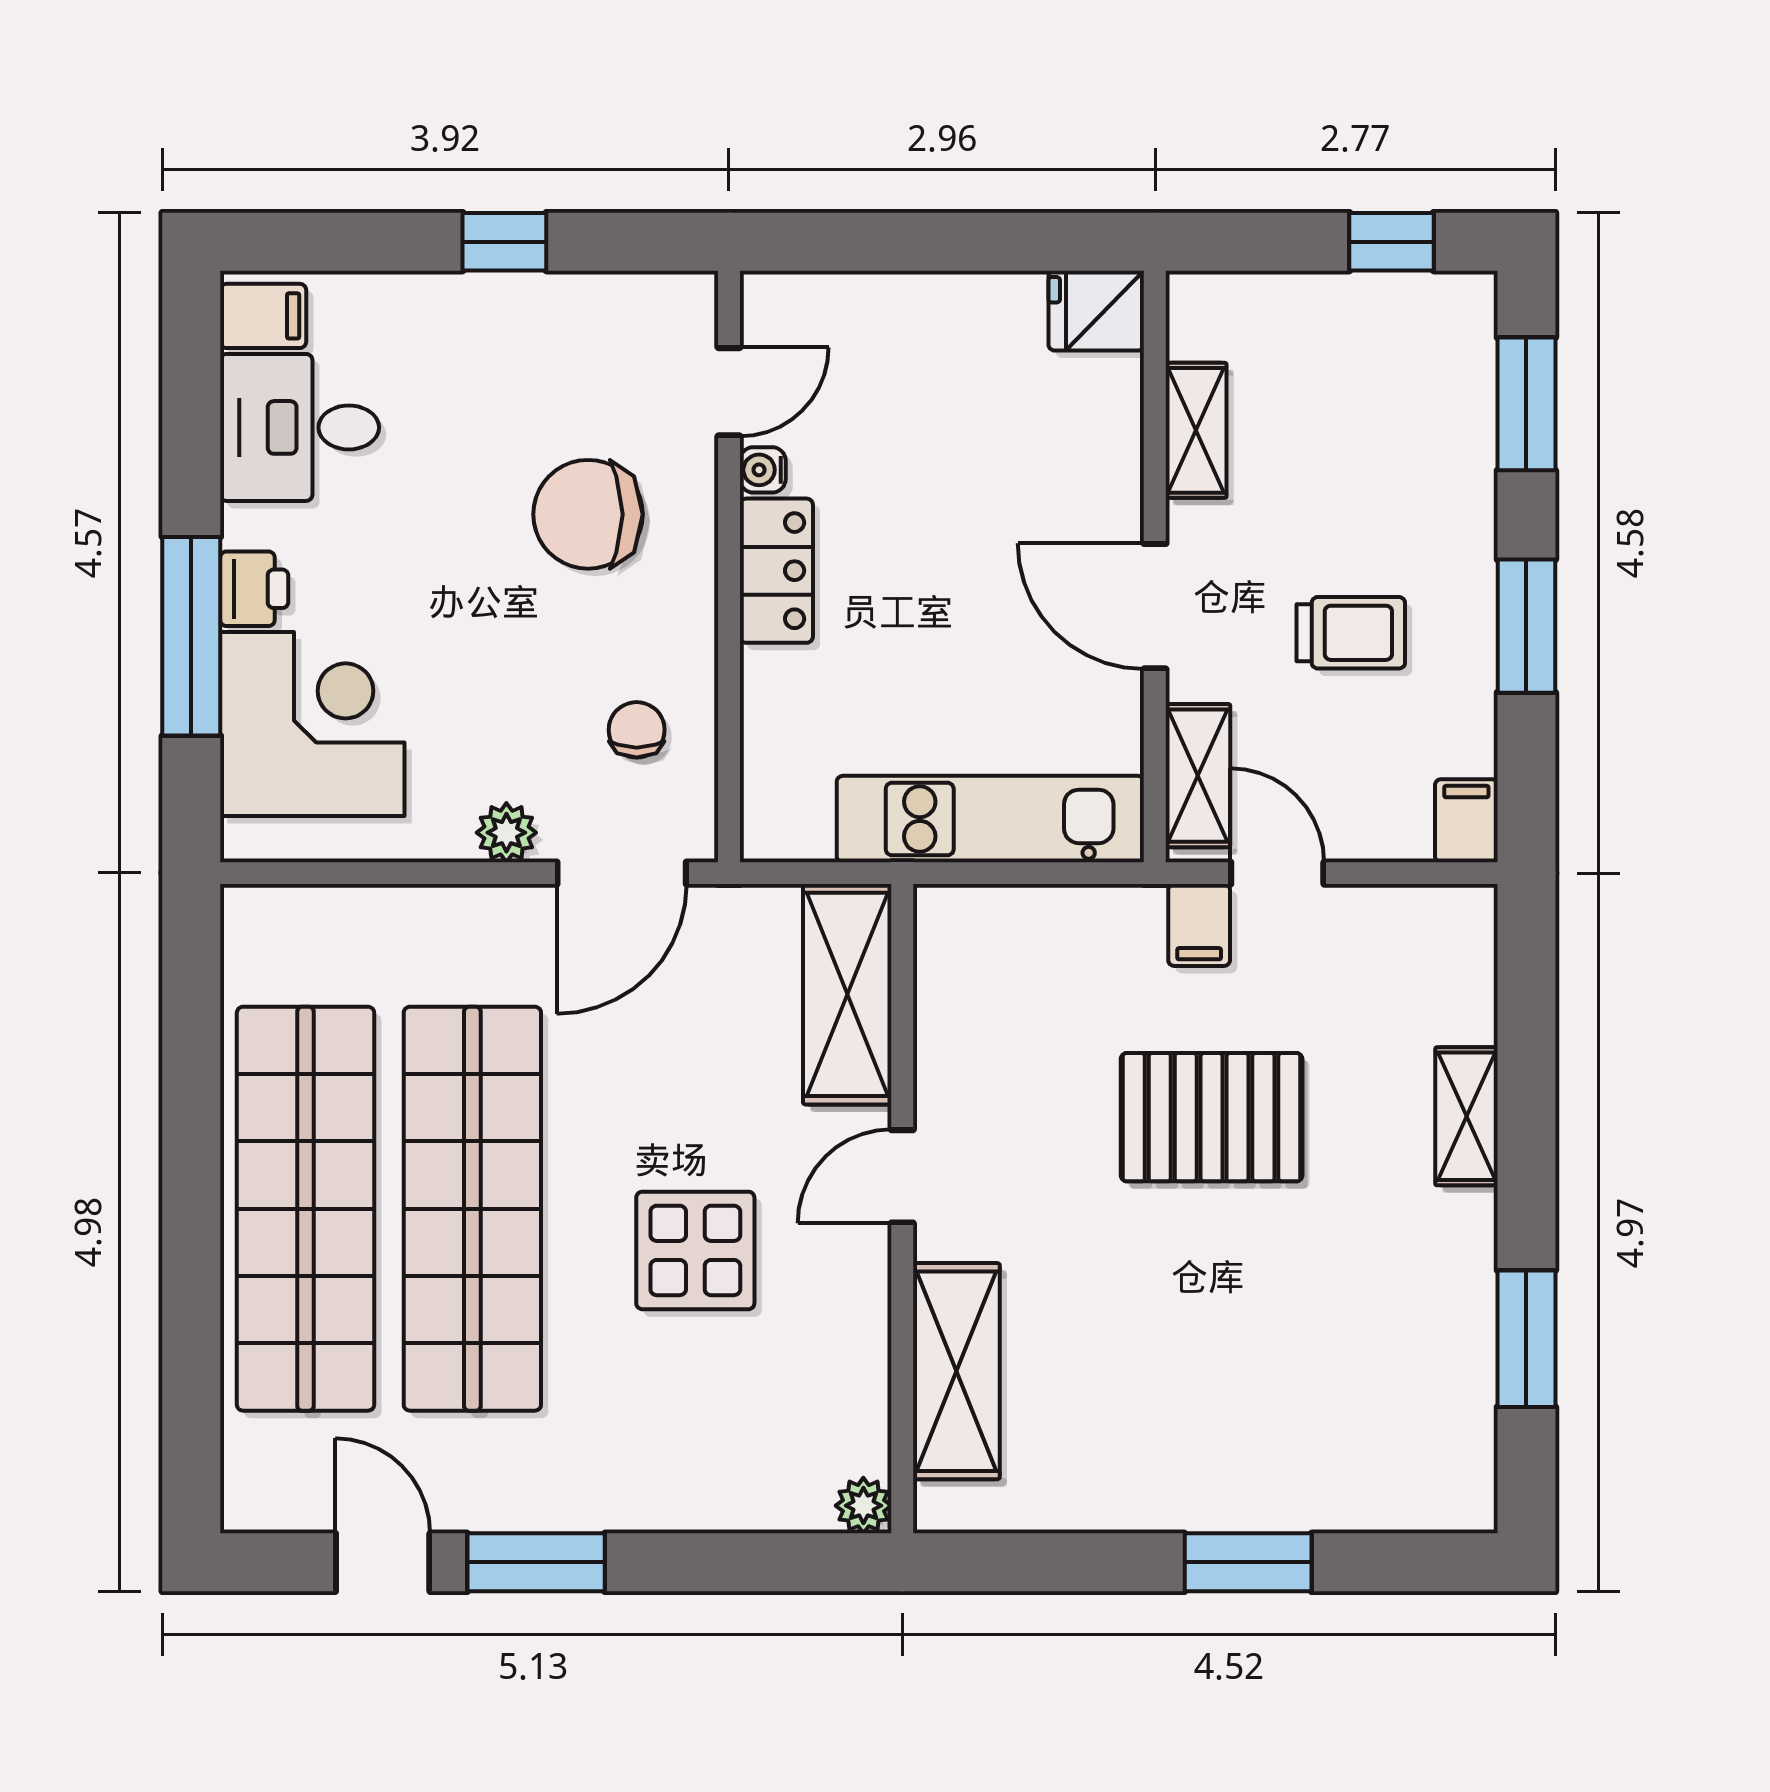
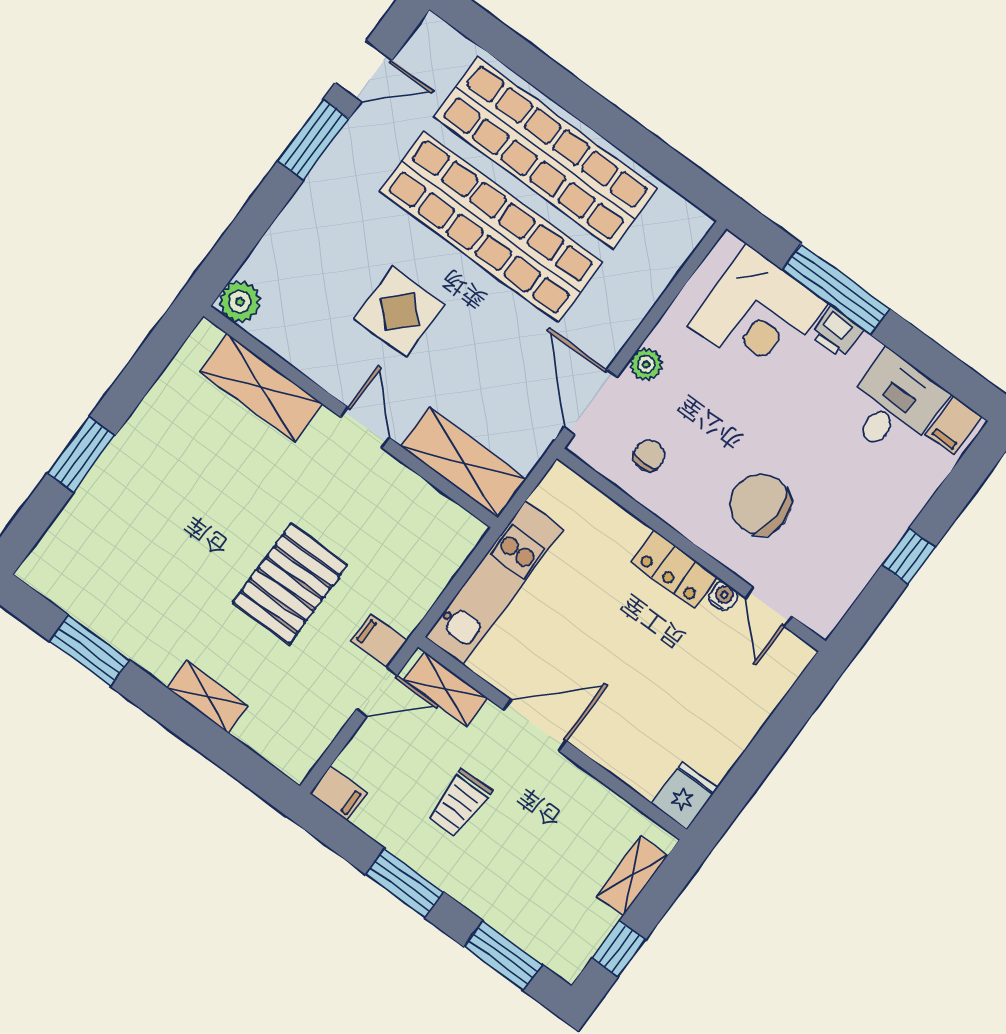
shelving: (1196, 430) -> (632, 876), moved, turned 90
chair: (588, 514) -> (760, 504), turned -90
chair: (637, 730) -> (649, 456), turned -90
plant: (863, 1506) -> (240, 302), width x1.38, depth x1.38

